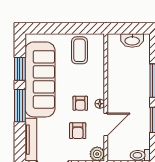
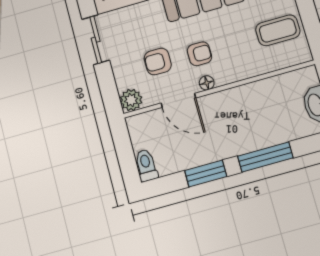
armchair: (80, 103) -> (199, 54), turned 180

